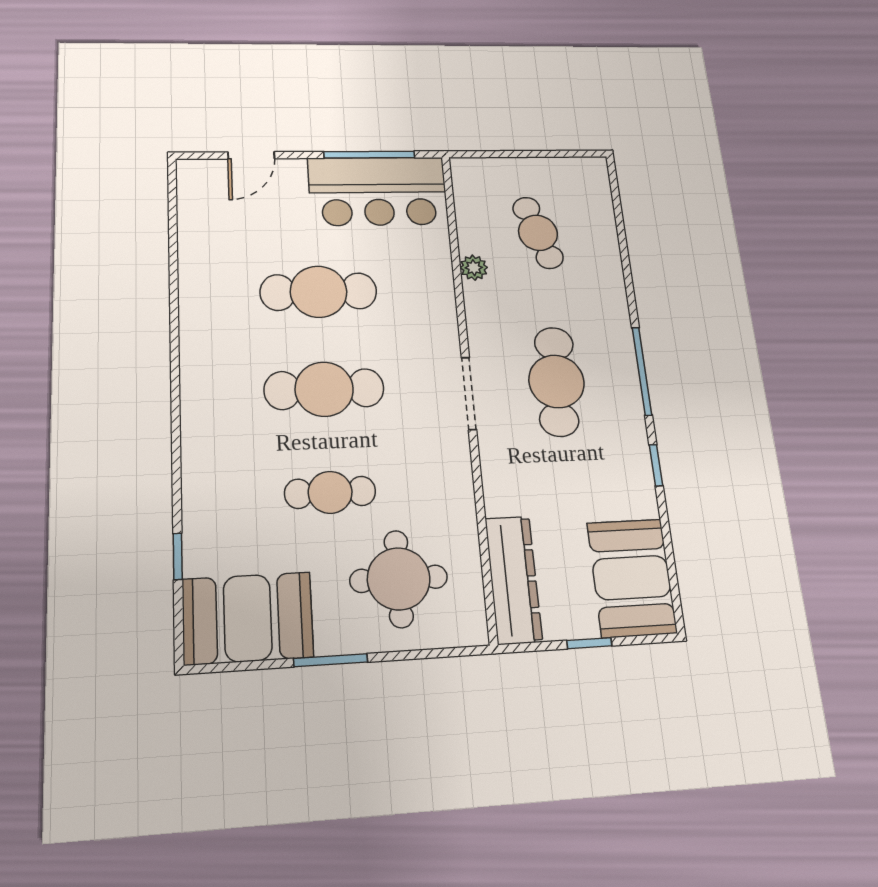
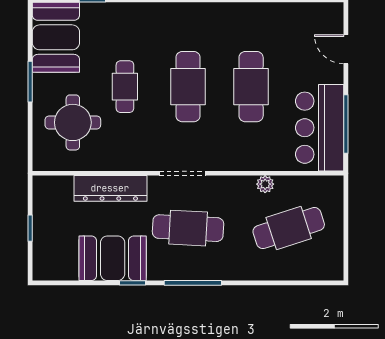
cafe table: (538, 233) -> (289, 228), width x1.37, depth x1.35
booth: (632, 578) -> (113, 258), moved
dresser: (513, 579) -> (110, 188), moved

